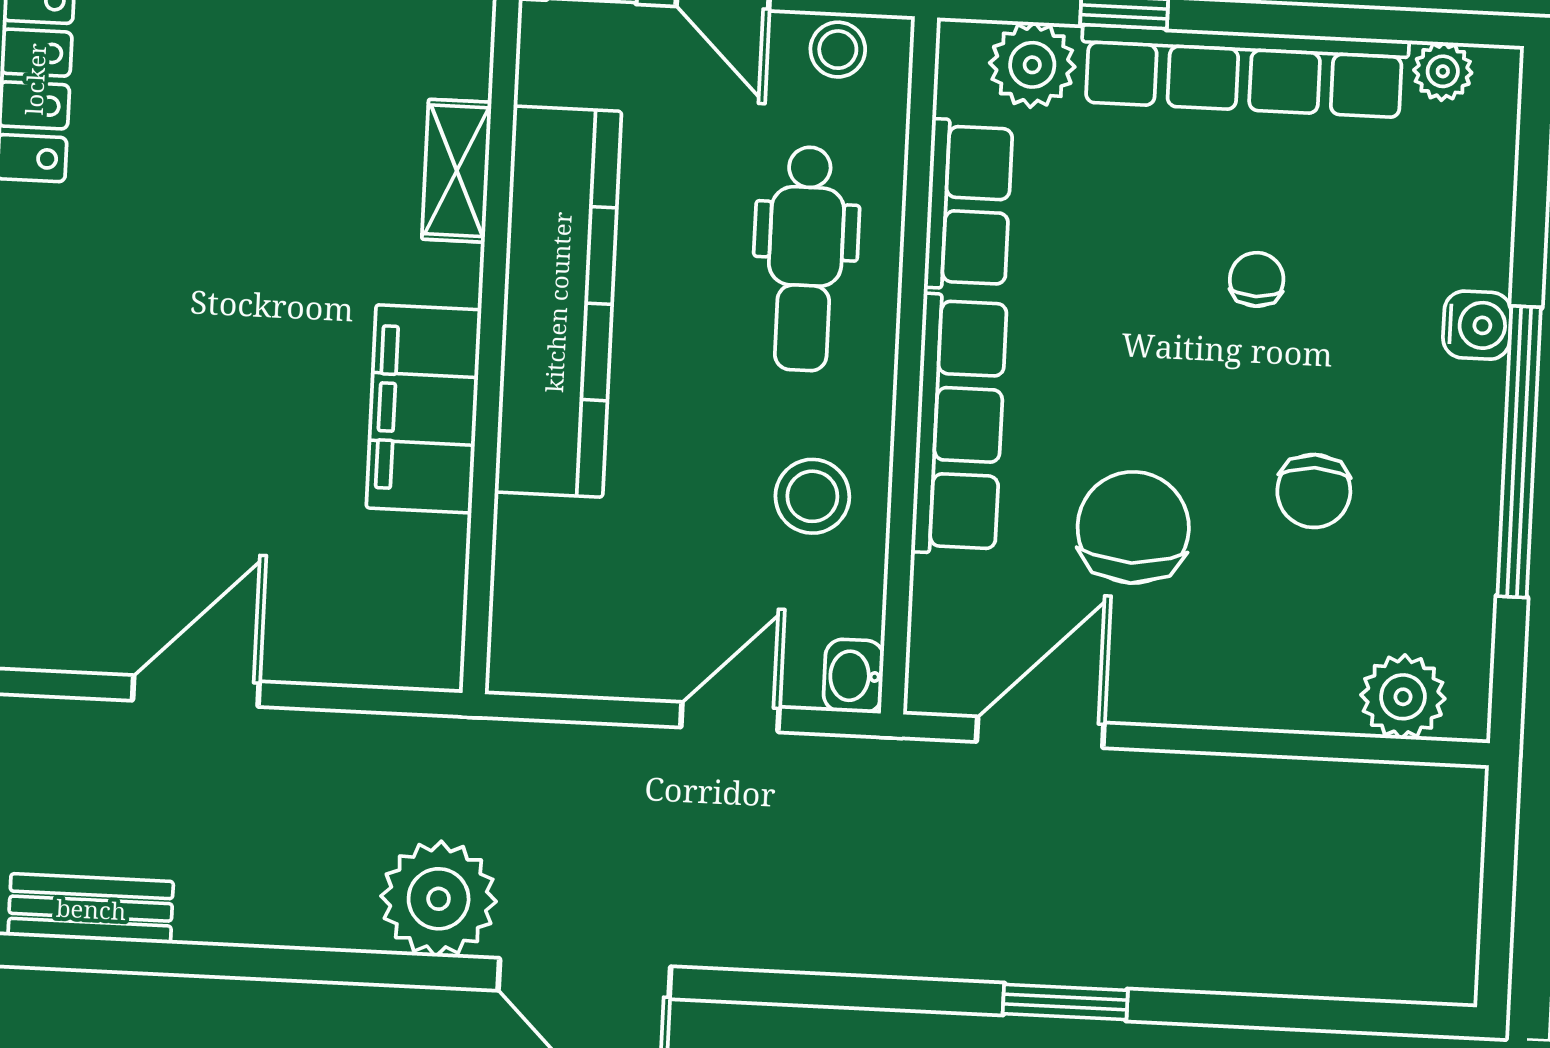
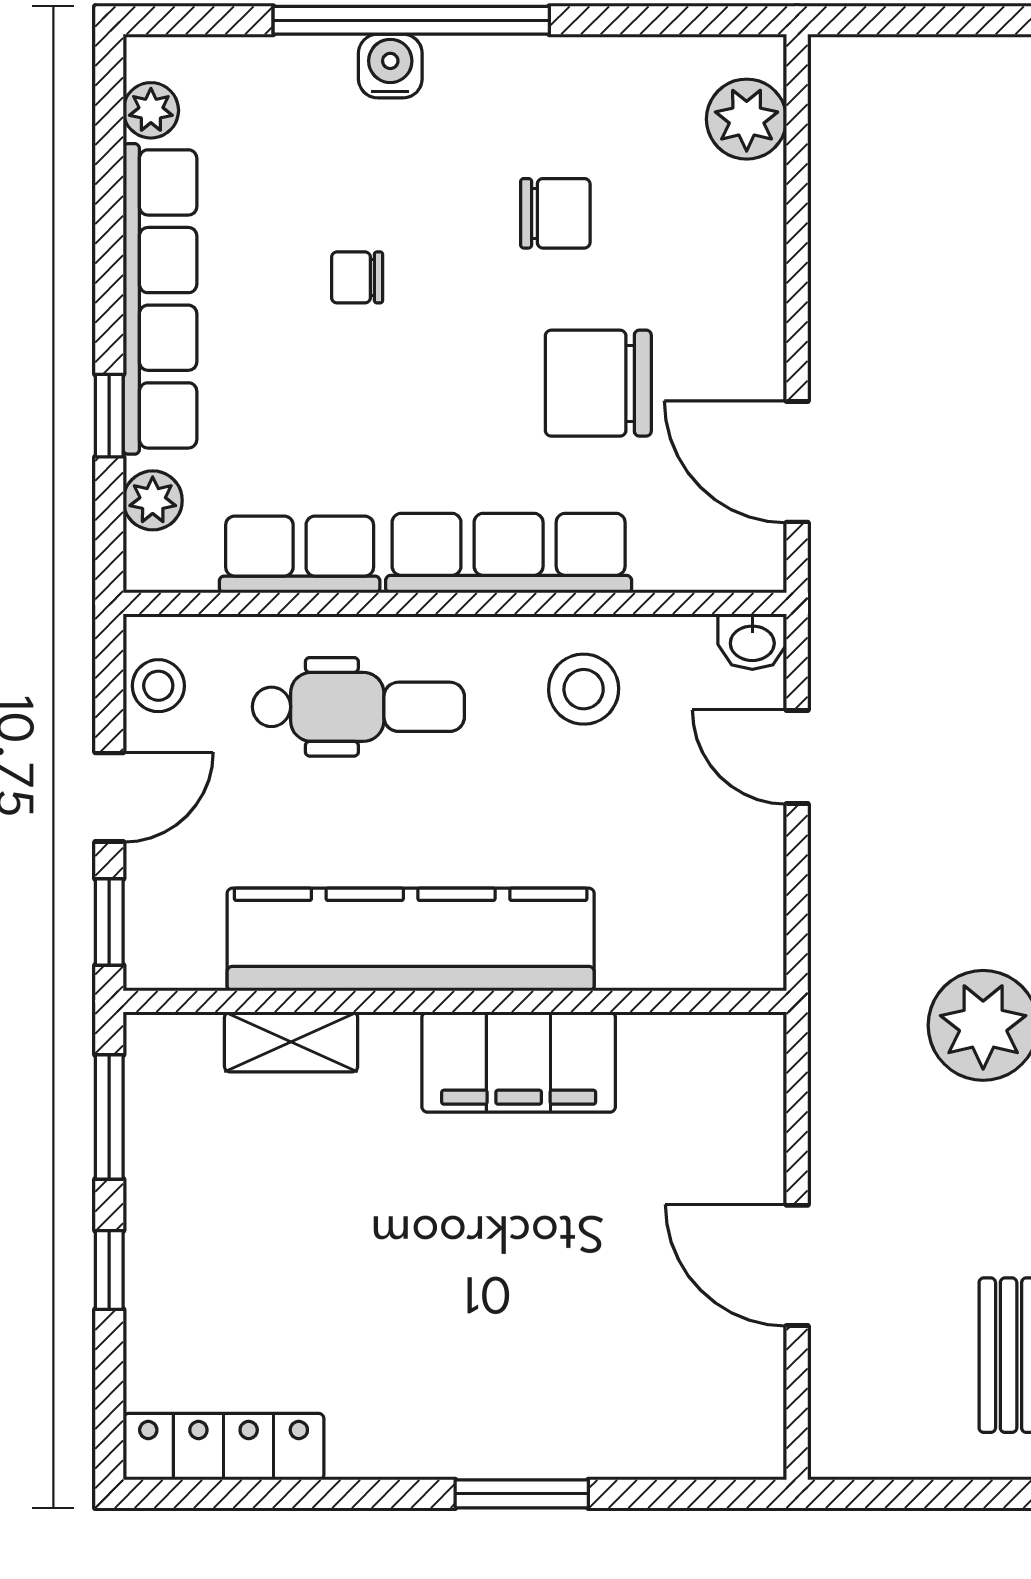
plant: (1032, 65) -> (153, 500), width x0.73, depth x0.73
window: (1519, 452) -> (411, 20), moved

